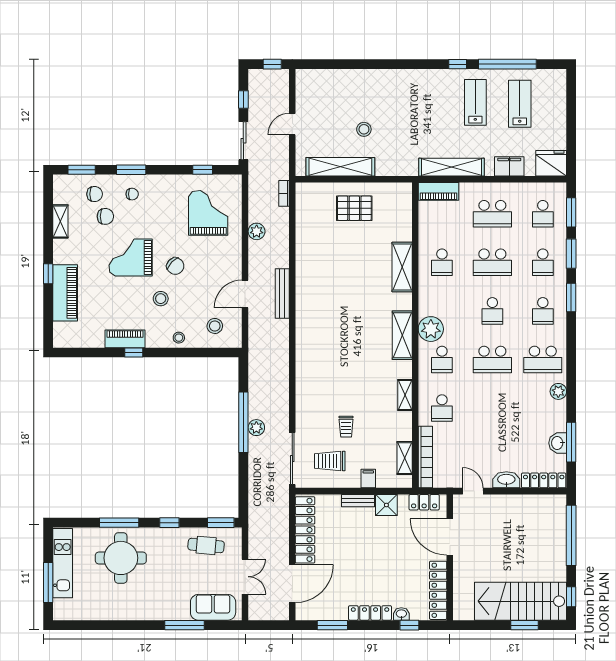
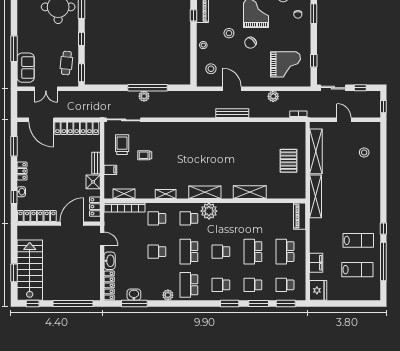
stool: (364, 129) -> (364, 152), moved
shelving: (451, 167) -> (316, 196), moved
school desk: (442, 262) -> (157, 252), moved
door: (473, 491) -> (102, 239), hinge flipped
locker: (370, 613) -> (22, 171), width x0.66

